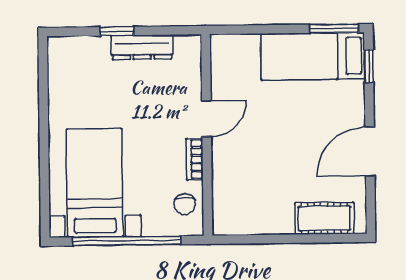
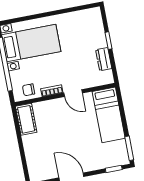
dresser: (142, 47) -> (104, 59), width x0.70
bed: (313, 56) -> (109, 115), moved, turned 180
cot: (324, 218) -> (26, 119), moved

